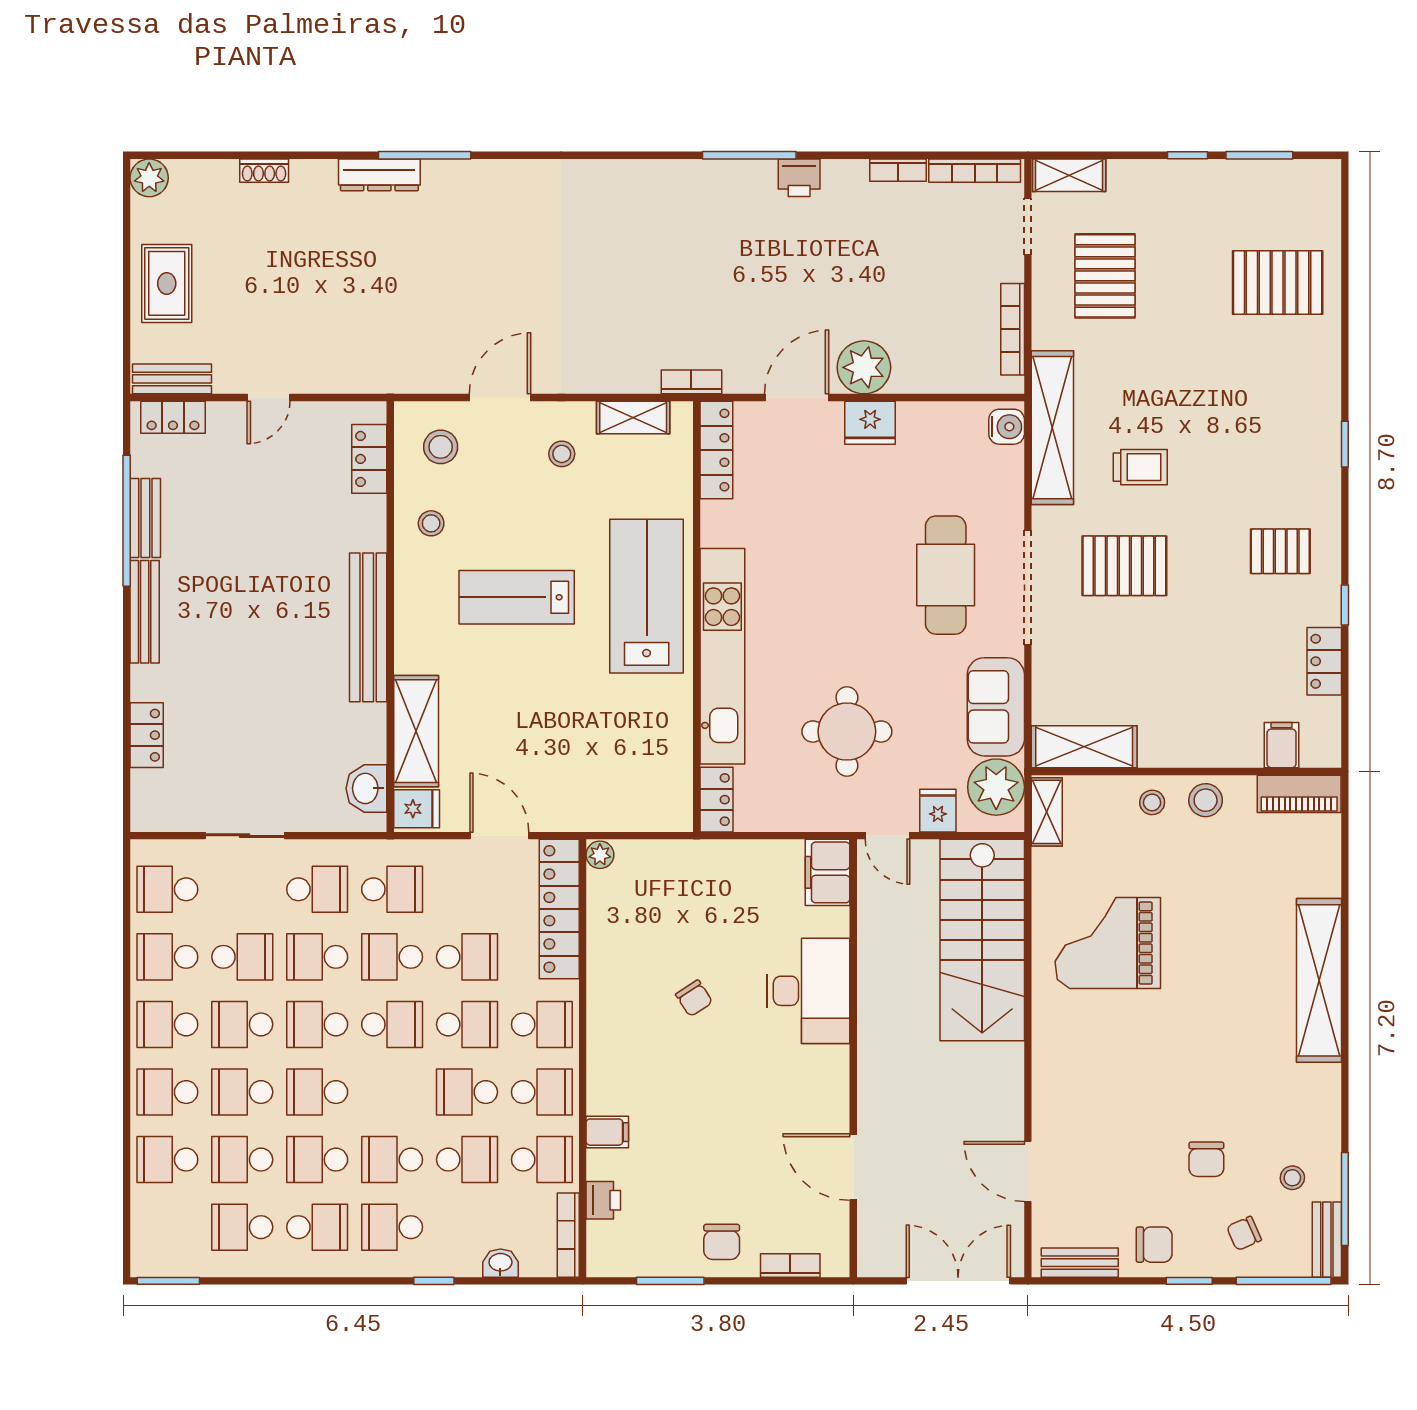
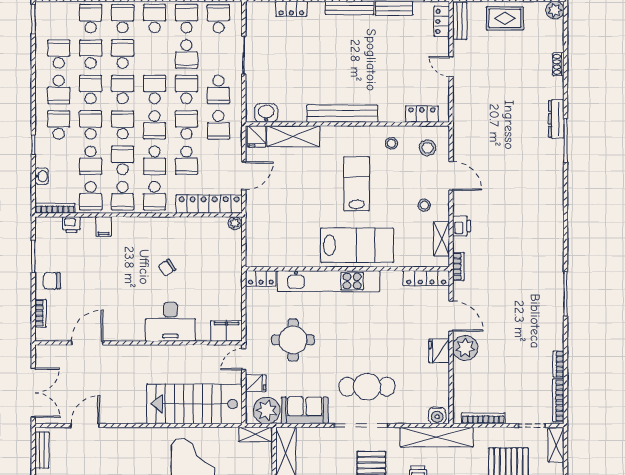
printer: (799, 178) -> (462, 226), moved, turned 180
school desk: (242, 1024) -> (123, 125), moved

